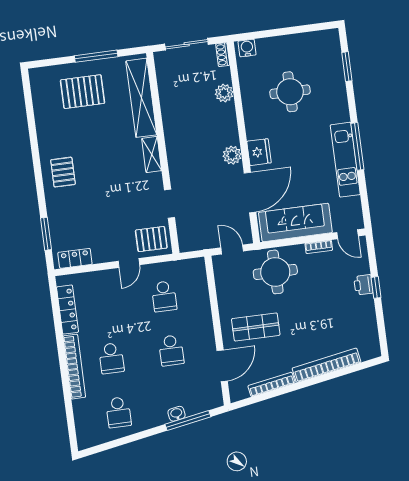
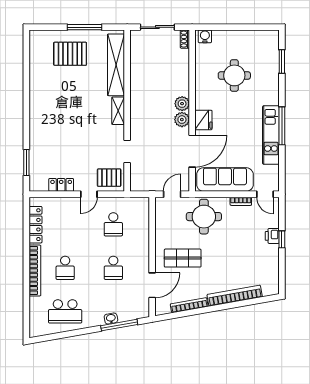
plant: (224, 93) -> (182, 104), moved
pallet: (63, 172) -> (46, 115), removed
door: (232, 249) -> (172, 194), hinge flipped
locker: (75, 258) -> (61, 185), moved
school desk: (118, 412) -> (65, 311), width x1.85

